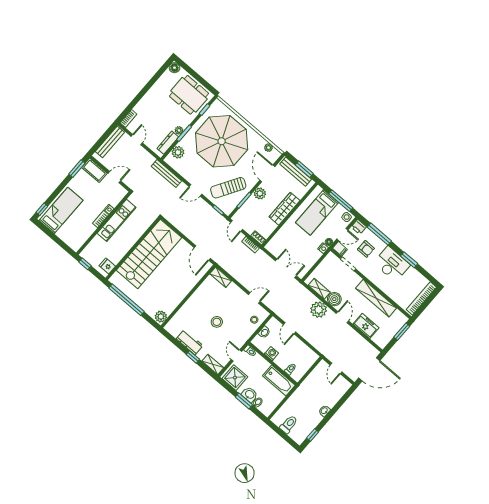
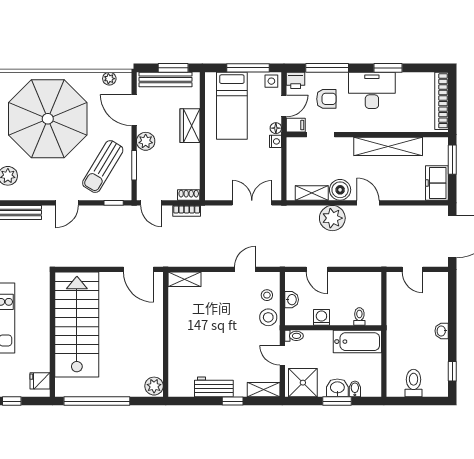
wardrobe: (284, 209) -> (190, 126), width x0.67
stool: (217, 322) -> (268, 317), moved
freezer: (366, 326) -> (437, 183), moved, turned -90

